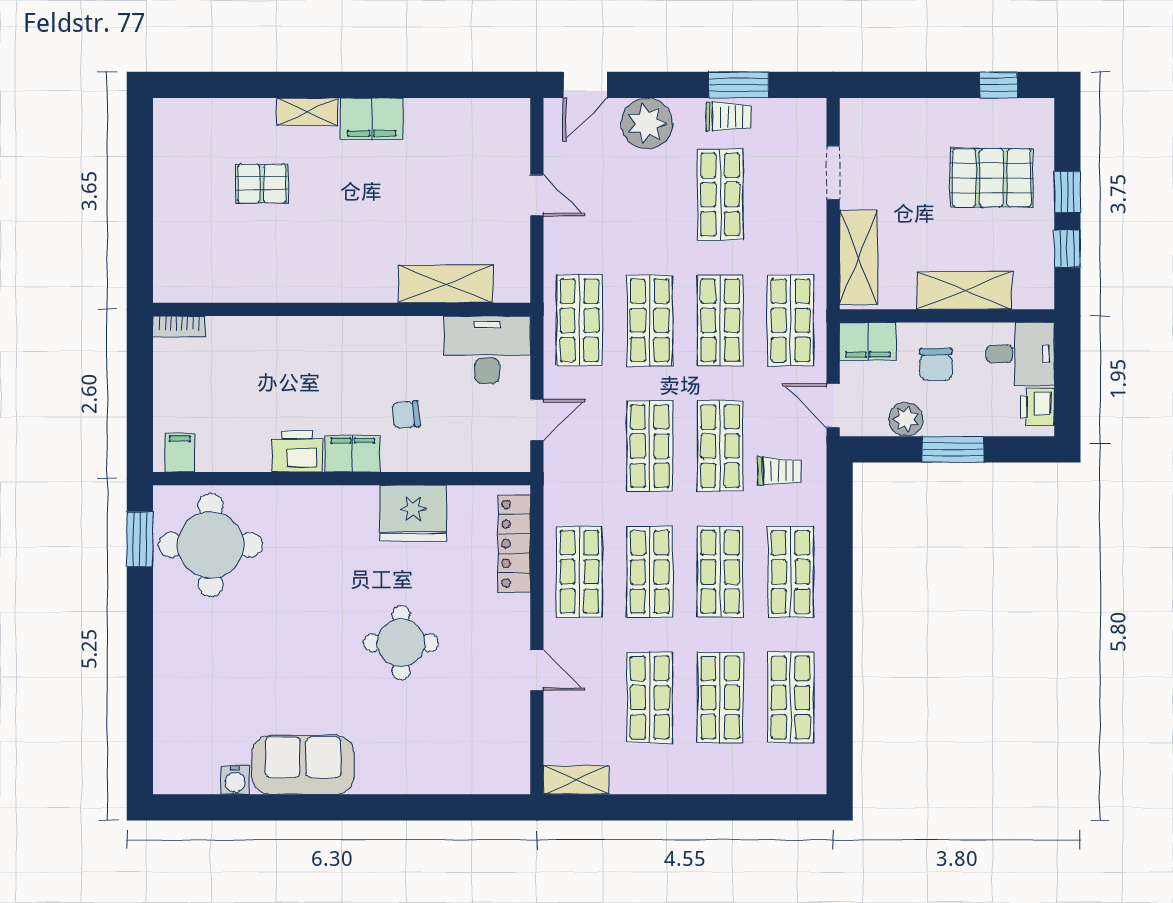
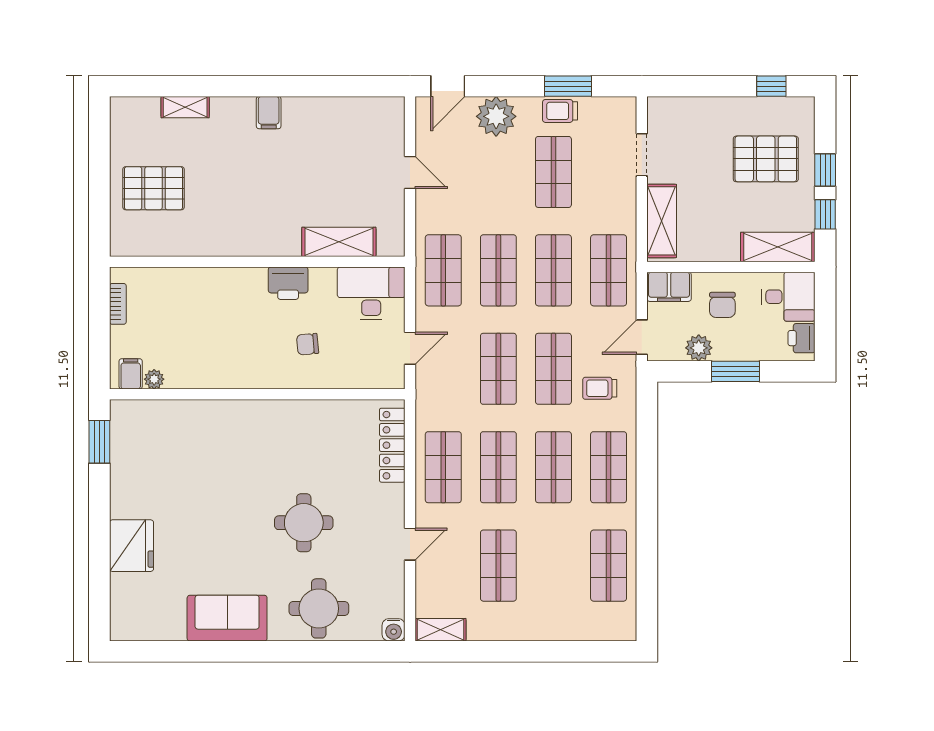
shelving: (307, 112) -> (185, 107), moved
trolley: (729, 117) -> (560, 111), turned 180
filing cabinet: (372, 119) -> (269, 113), width x0.50
pallet: (262, 184) -> (153, 188), moved, width x1.50, depth x1.42
shelving: (964, 290) -> (778, 247), moved
bookcase: (179, 326) -> (118, 304), moved, turned -90
door: (833, 406) -> (642, 337), hinge flipped
printer: (297, 451) -> (288, 283), moved, turned 180
filing cabinet: (353, 454) -> (266, 375), removed
plant: (210, 459) -> (154, 379), added
trolley: (779, 471) -> (600, 388), turned 180
fridge: (413, 513) -> (132, 546), moved, turned -90
round table: (211, 545) -> (319, 608), moved, width x0.73, depth x0.73
door: (537, 670) -> (410, 544), hinge flipped
shop shelf: (720, 698) -> (553, 566), removed
water cooler: (235, 780) -> (394, 630), moved

